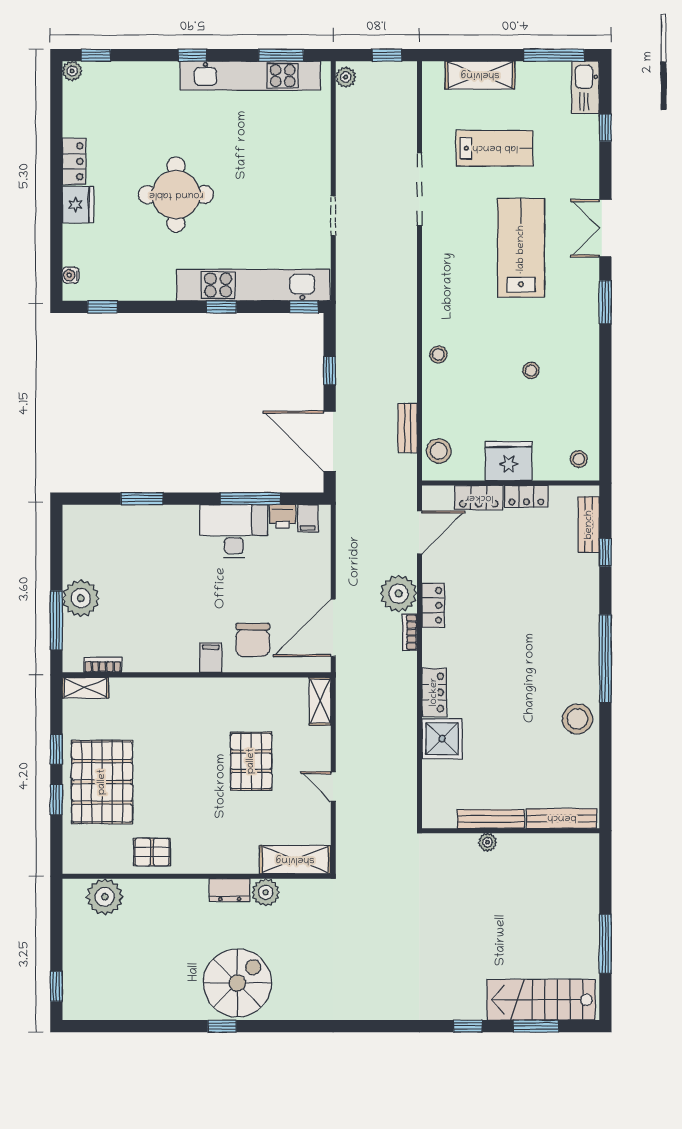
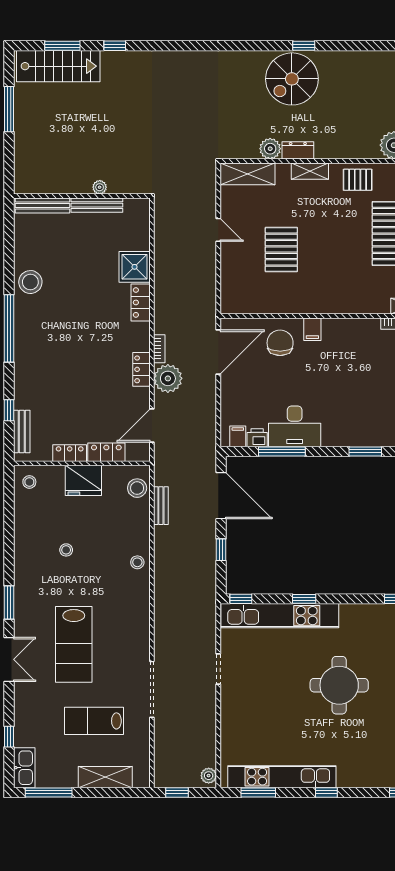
shelving: (320, 701) -> (310, 171), moved, turned 90

